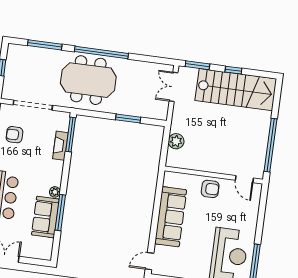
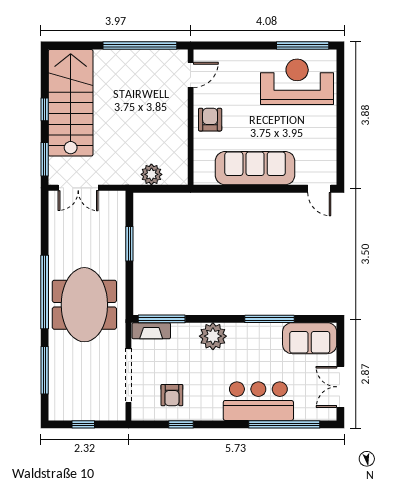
fireplace: (60, 146) -> (151, 331), moved
plant: (55, 192) -> (213, 336), moved, width x1.88, depth x1.88
sofa: (45, 217) -> (310, 338), moved

